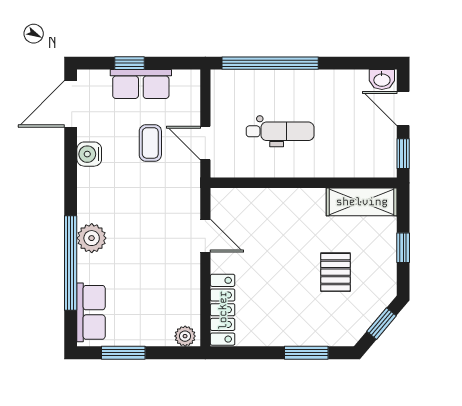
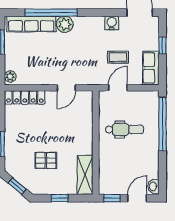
row of seats: (141, 84) -> (151, 68), moved
dental chair: (280, 131) -> (124, 129), turned -90
row of seats: (91, 312) -> (31, 24), width x1.48

